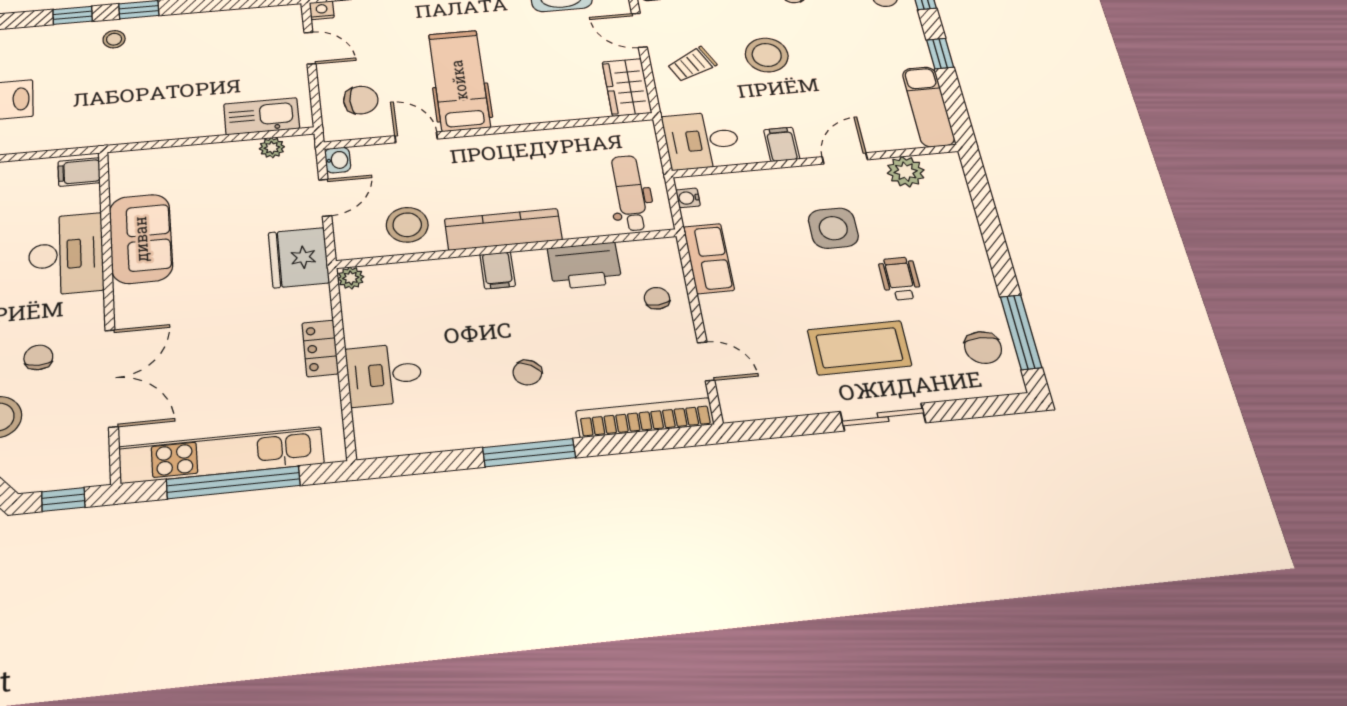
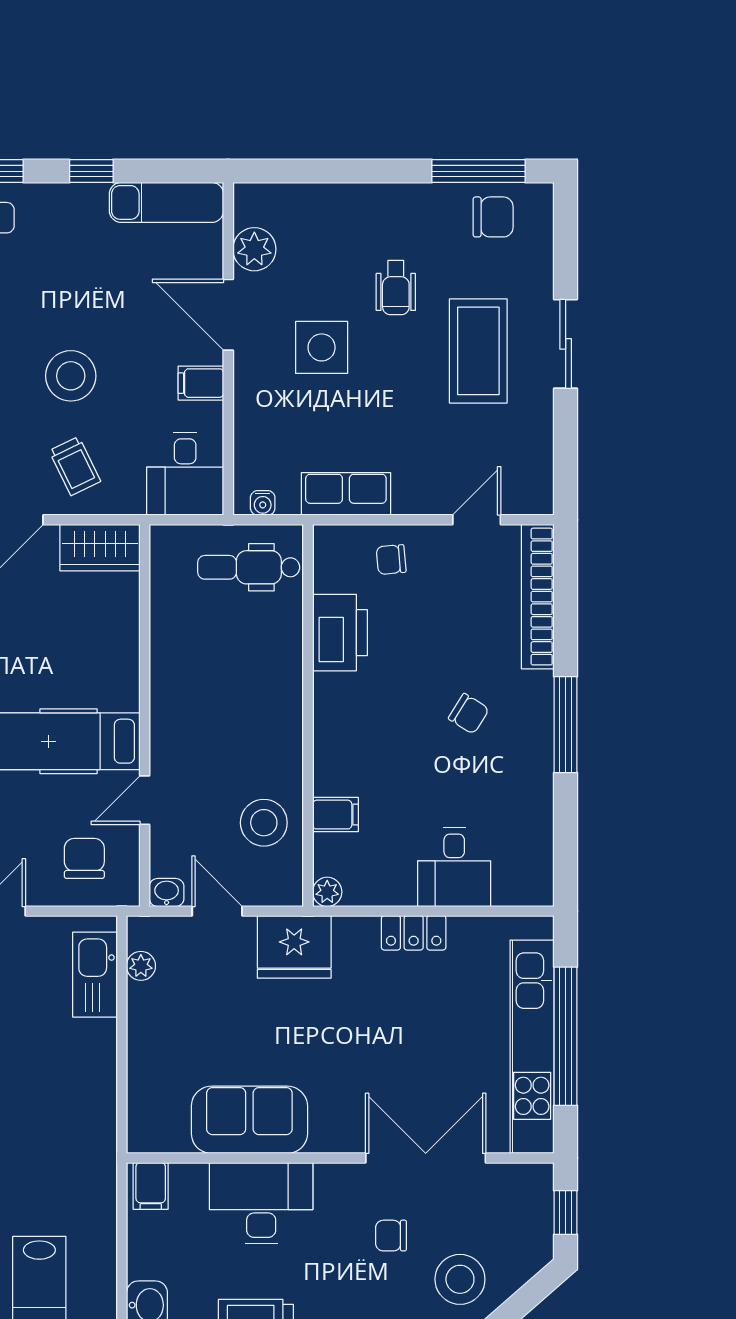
door: (845, 158) -> (228, 315), width x1.38
kitchen counter: (503, 229) -> (282, 716), removed
filing cabinet: (498, 270) -> (335, 815), moved
wheelchair: (900, 279) -> (396, 288), turned -90

